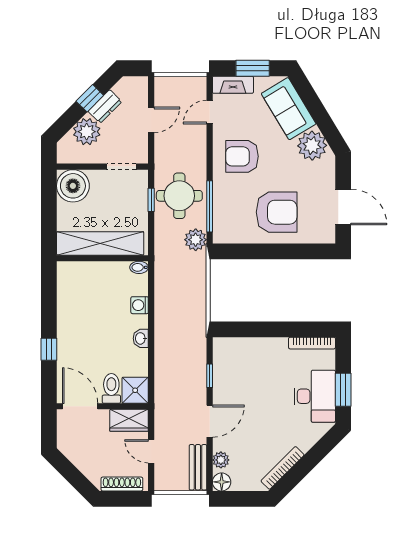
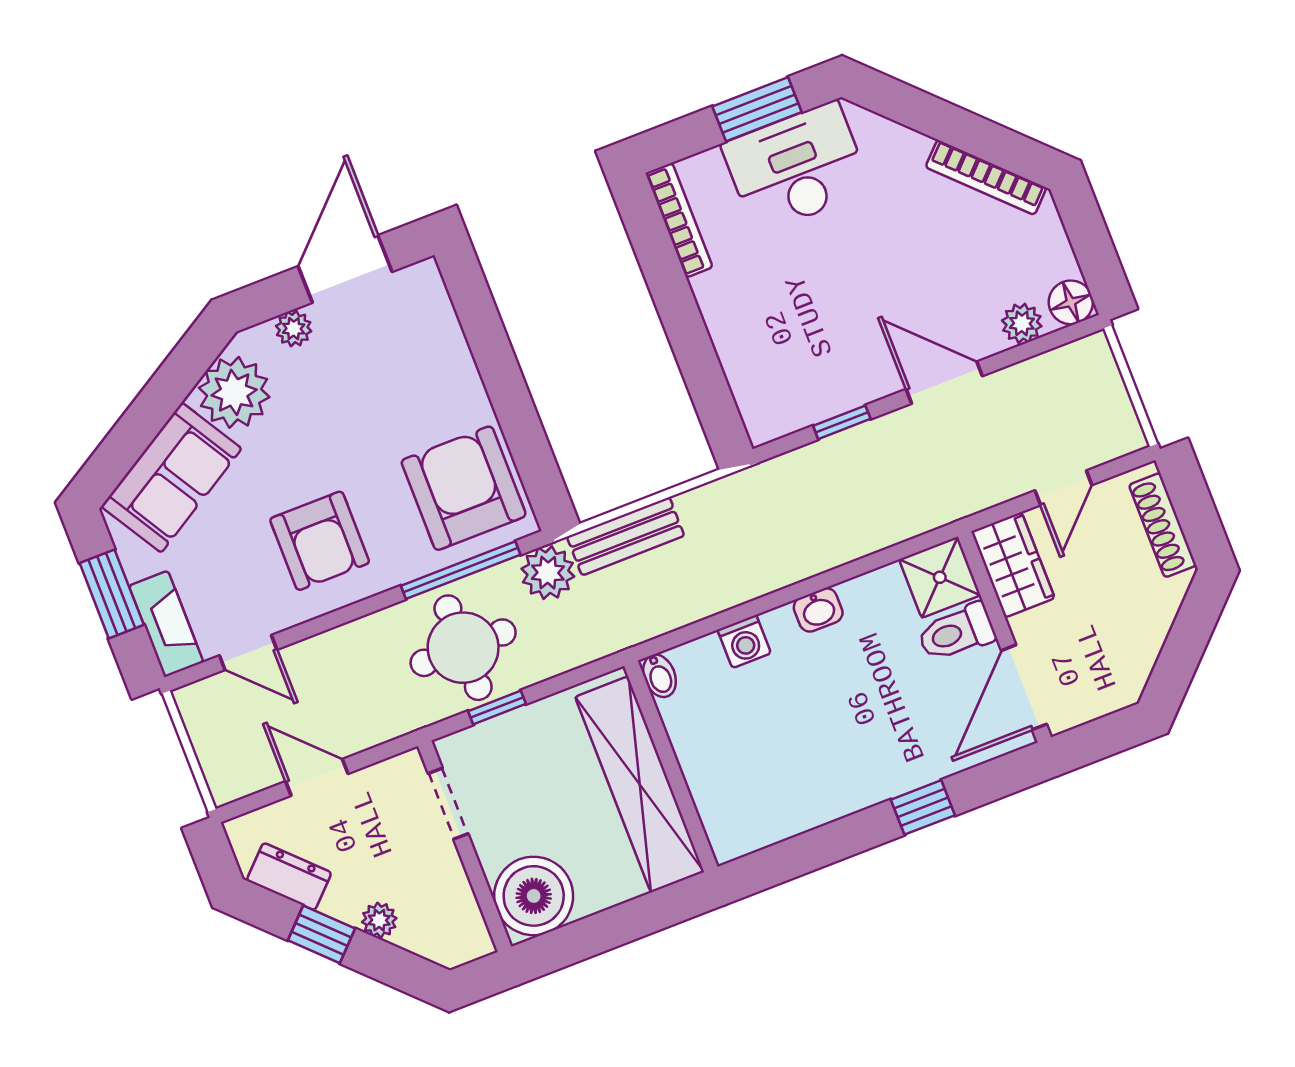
dresser: (105, 106) -> (289, 877), moved
plant: (87, 132) -> (379, 920), width x0.53, depth x0.53
plant: (328, 178) -> (294, 329), added
armchair: (277, 212) -> (464, 488), moved
bench: (198, 467) -> (626, 536), moved

